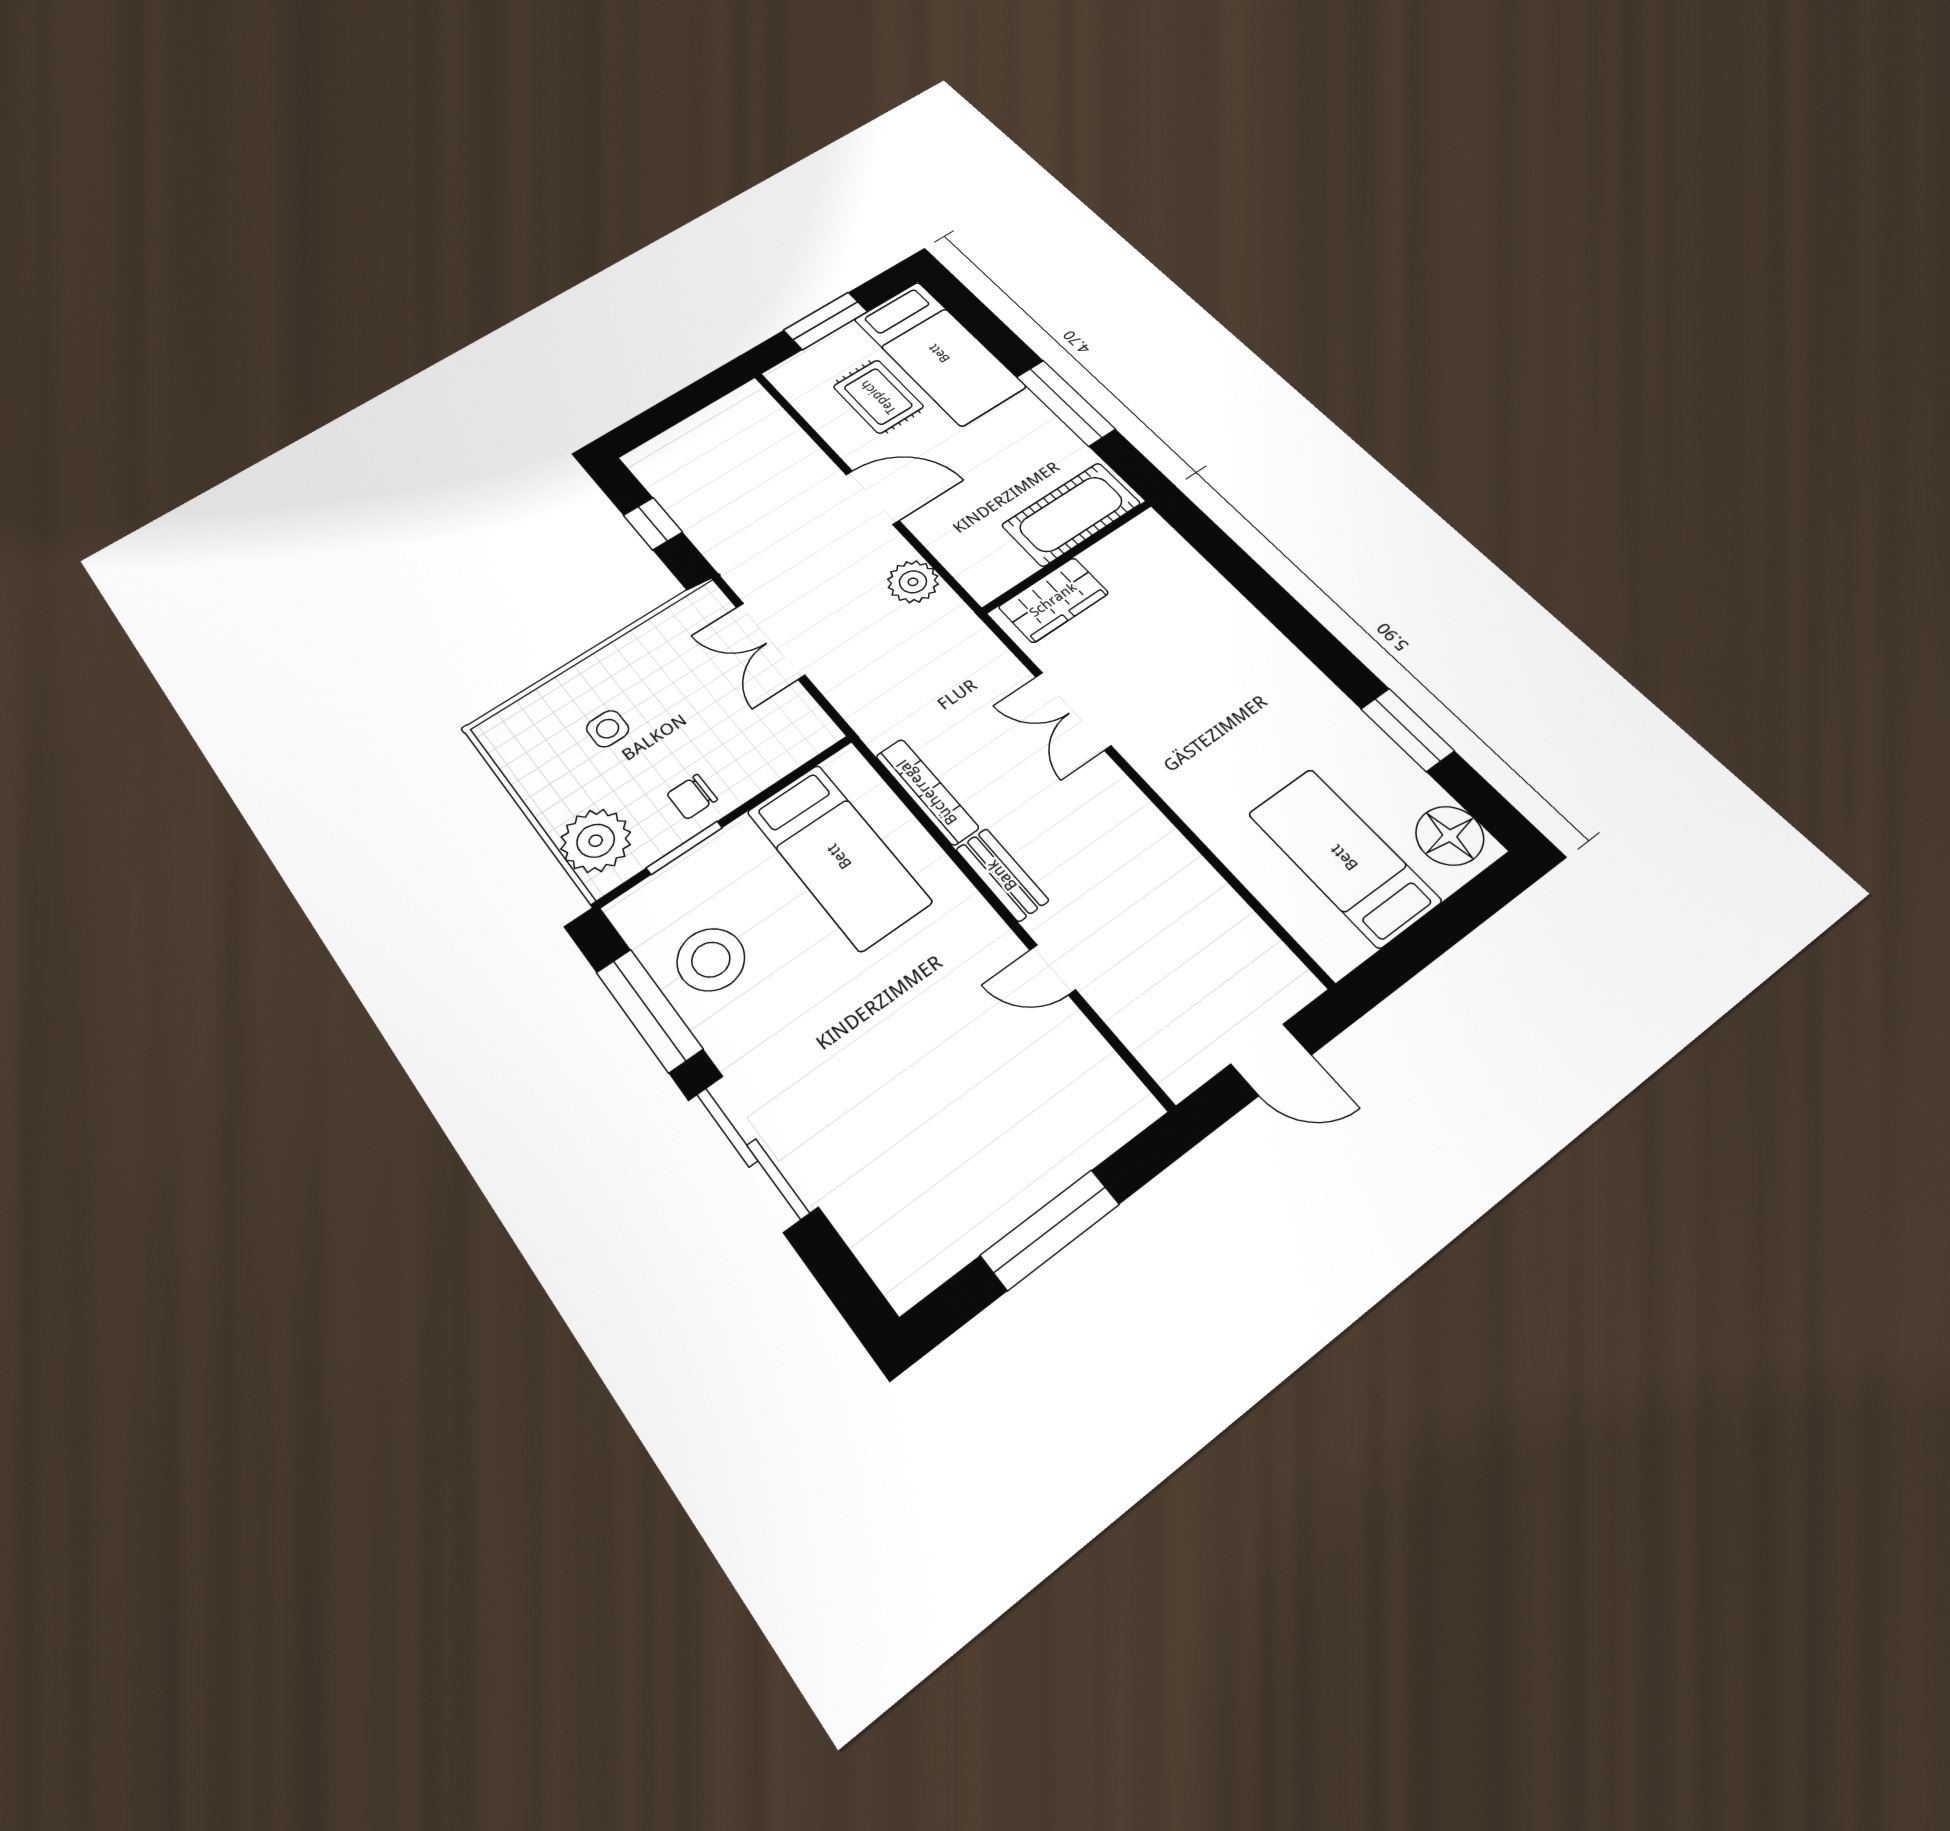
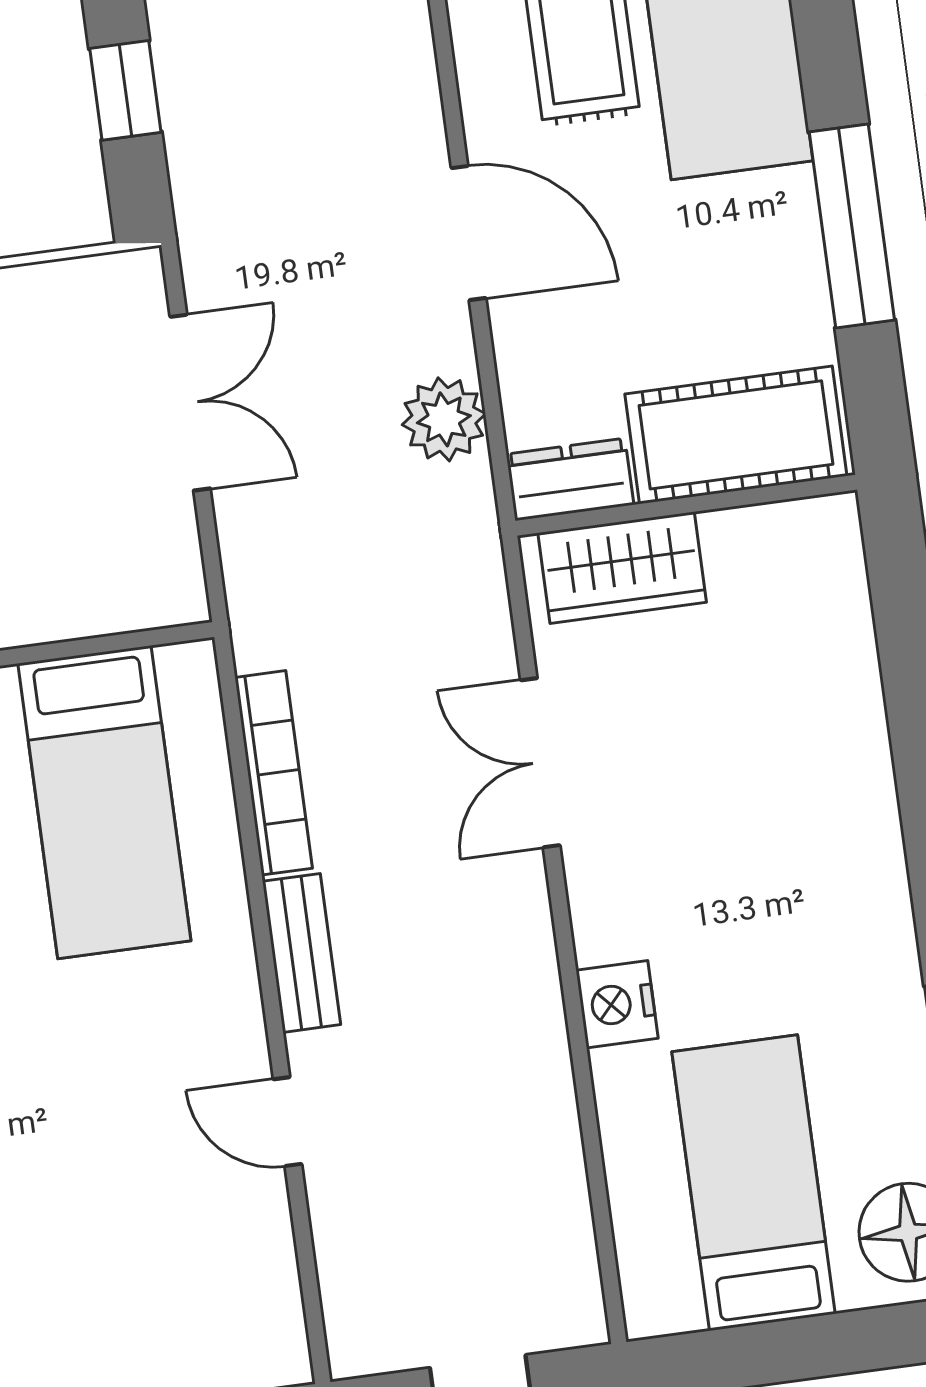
dresser: (998, 575) -> (570, 479), added
double door: (770, 641) -> (190, 403), swing flipped
nightstand: (1200, 807) -> (617, 1004), added

